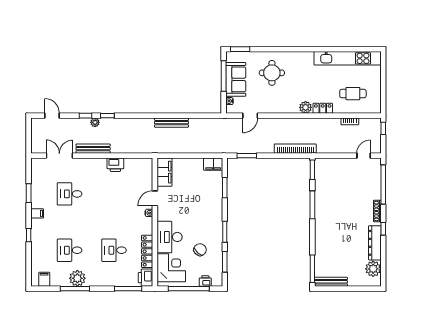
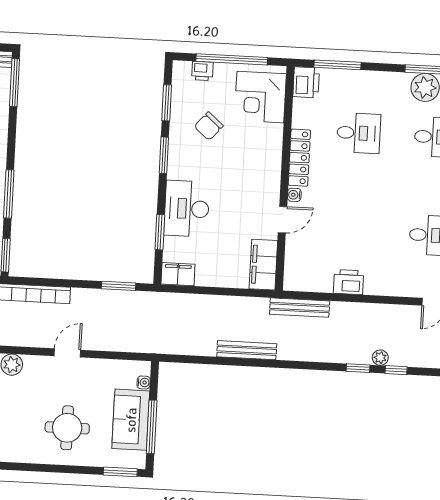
door: (250, 116) -> (67, 353), moved
bench: (93, 149) -> (300, 308), moved
desk: (170, 237) -> (187, 209), moved, turned 180
locker: (147, 251) -> (299, 158), moved

